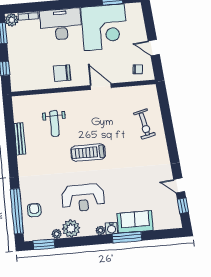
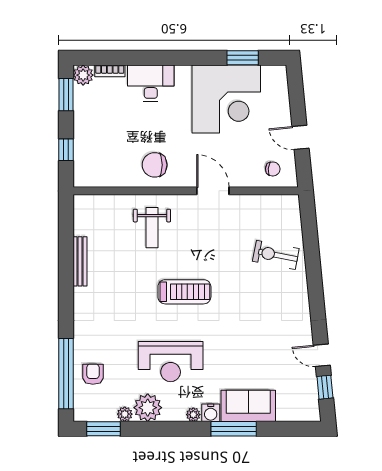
desk: (61, 24) -> (151, 83), width x0.73, depth x0.77
weight bench: (54, 123) -> (152, 228), moved
exercise bike: (144, 124) -> (276, 255), turned 114
treadmill: (88, 153) -> (184, 292), turned 180

